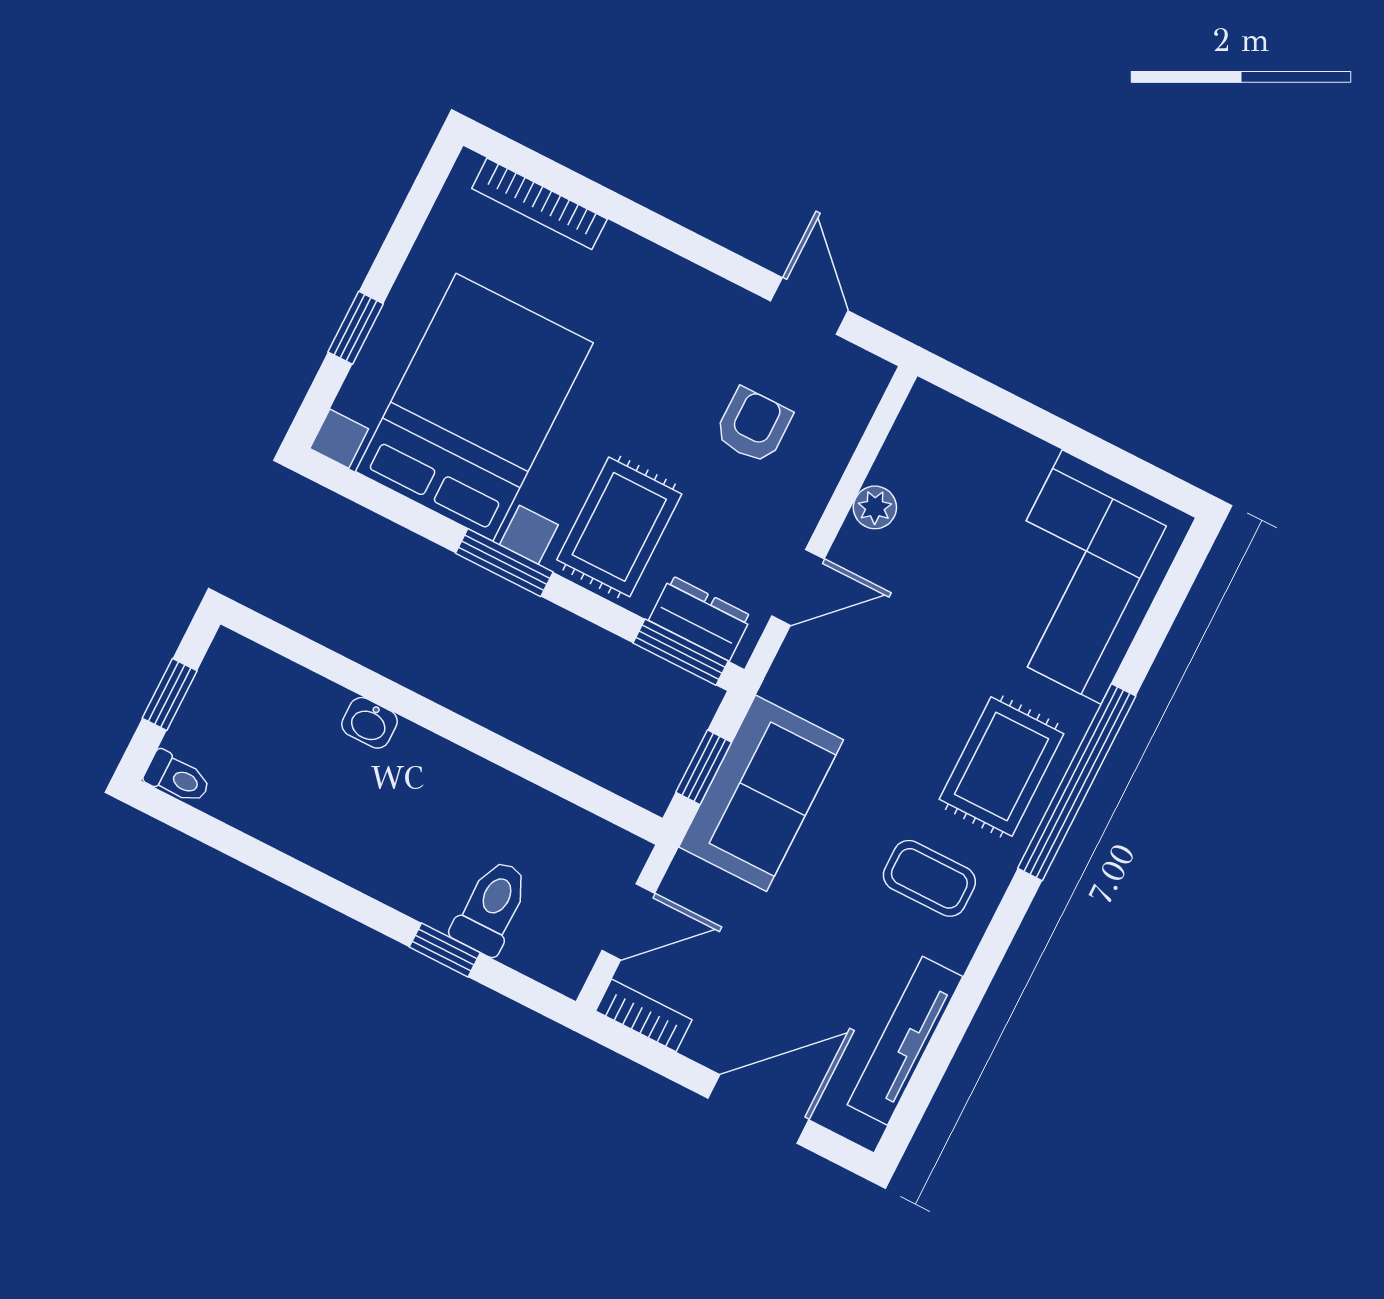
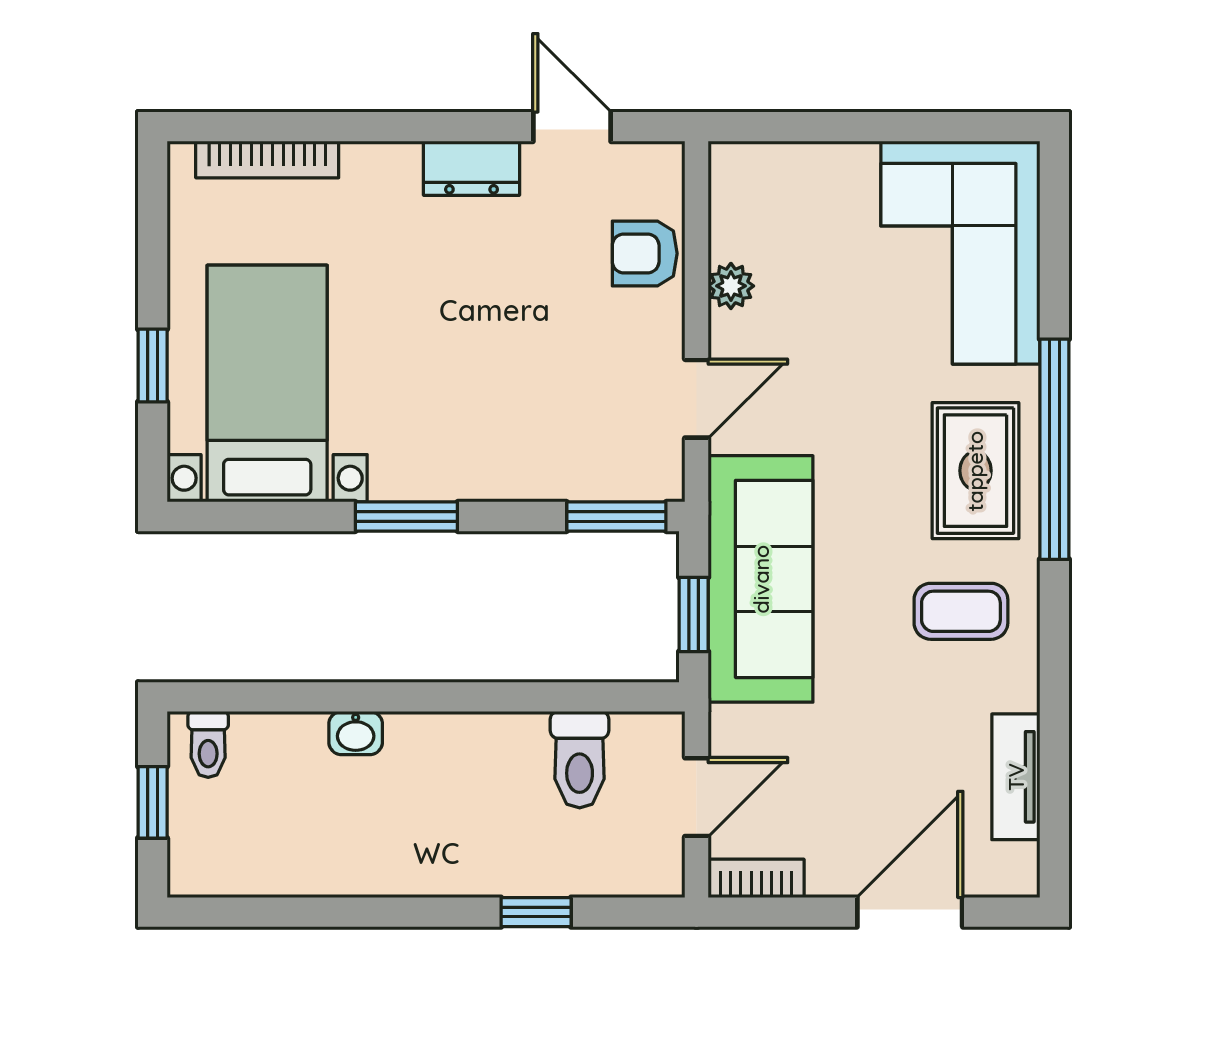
bed with nightstands: (474, 407) -> (267, 384), width x0.73
armchair: (753, 426) -> (645, 253), moved, turned -90
rug: (619, 527) -> (498, 427), removed
dresser: (700, 618) -> (472, 168), moved, turned 180
toilet: (178, 778) -> (208, 744), moved, turned 90
sofa: (761, 793) -> (761, 579), width x1.36
toilet: (491, 907) -> (580, 760), moved, turned 180
tv unit: (905, 1041) -> (1016, 777), width x0.71

